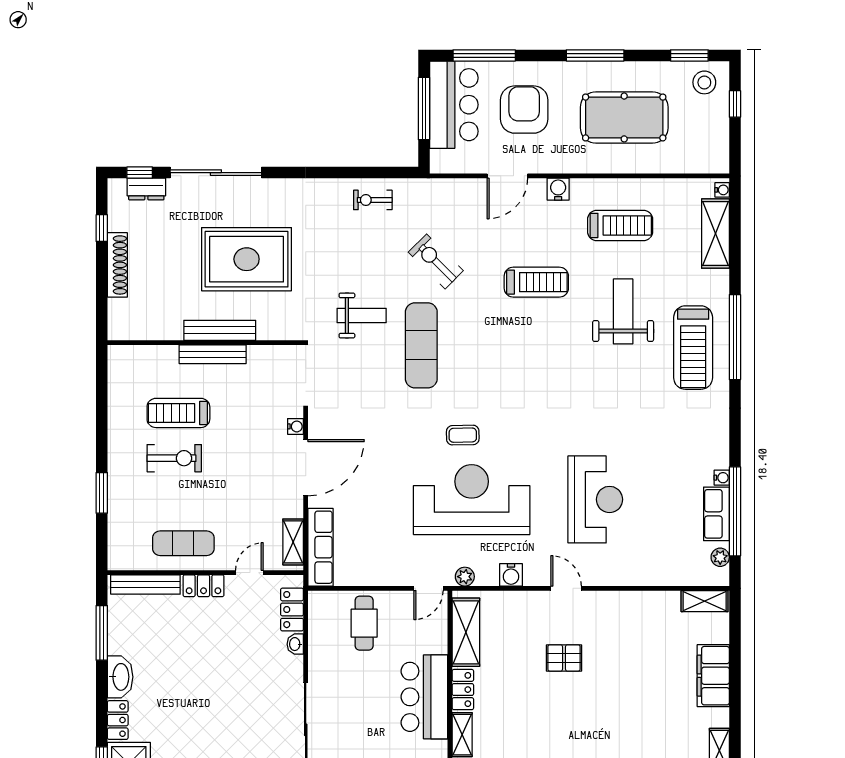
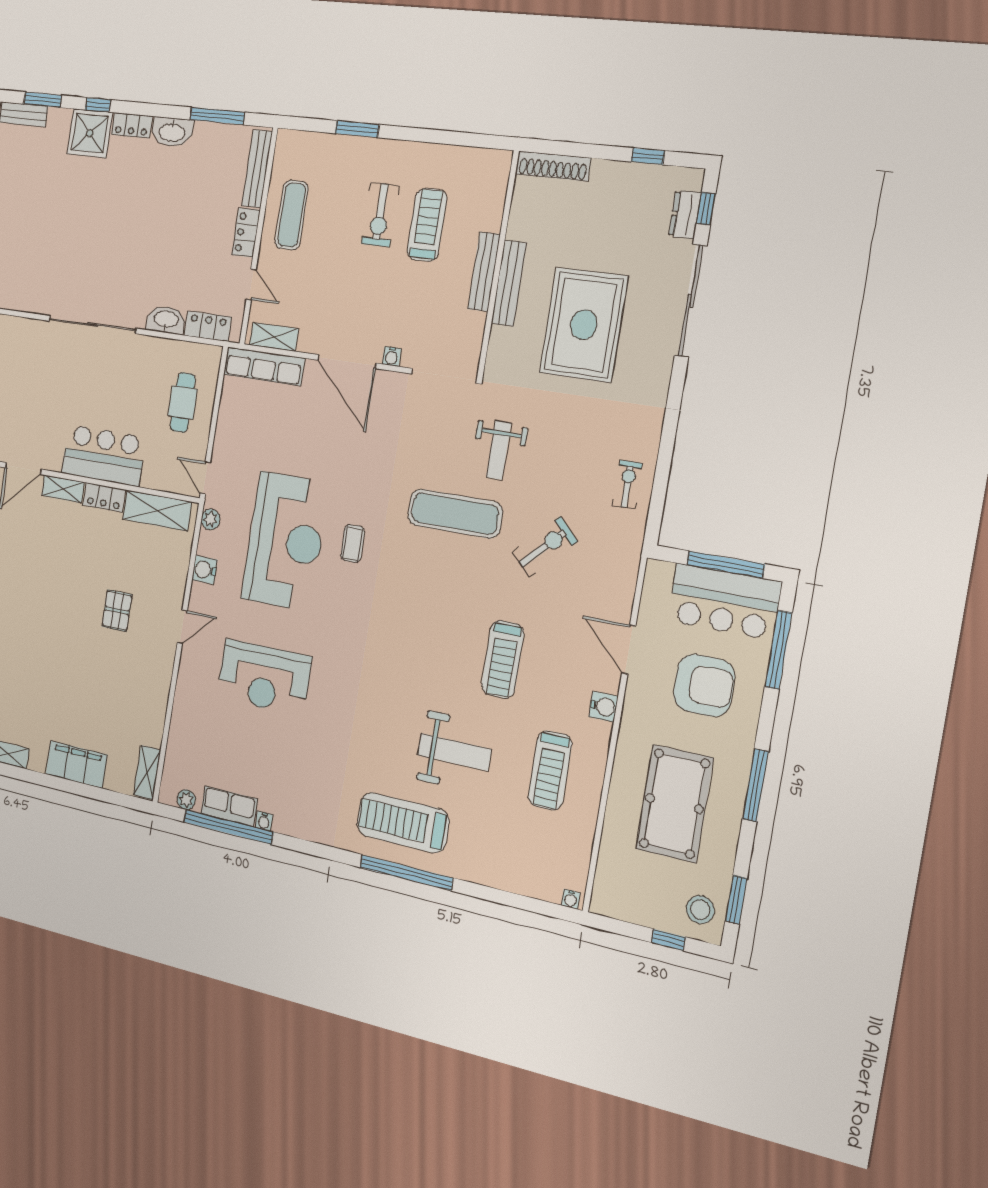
shelving: (715, 234) -> (523, 879), removed
shoe rack: (117, 265) -> (553, 166), moved
cafe table: (364, 623) -> (183, 402), turned 90
washbasin: (295, 644) -> (166, 320), width x1.91, depth x1.45

